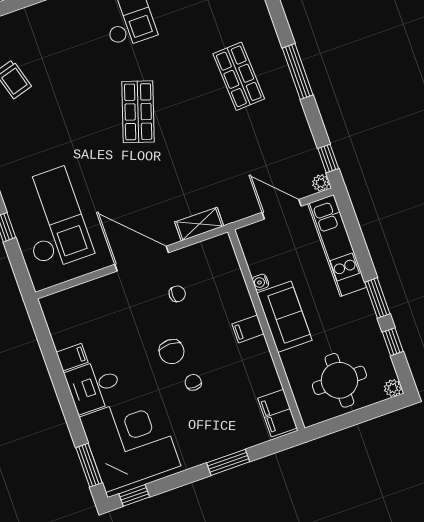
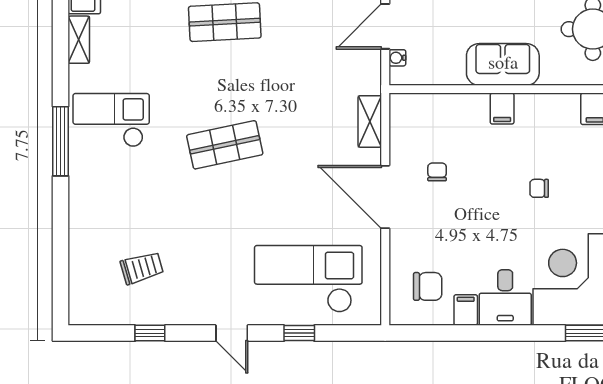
shop shelf: (138, 112) -> (225, 145), turned -30
door: (142, 259) -> (385, 197), hinge flipped
water cooler: (261, 282) -> (397, 58), moved, turned 90
chair: (172, 352) -> (428, 286), moved

